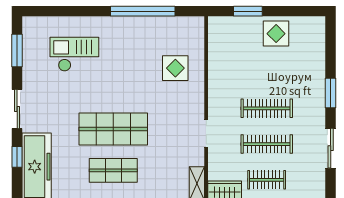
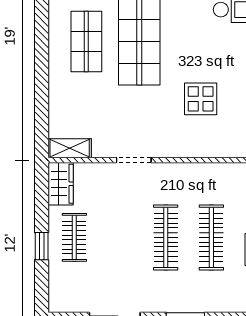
display table: (175, 68) -> (201, 99), moved
clothes rail: (267, 144) -> (211, 237), moved

